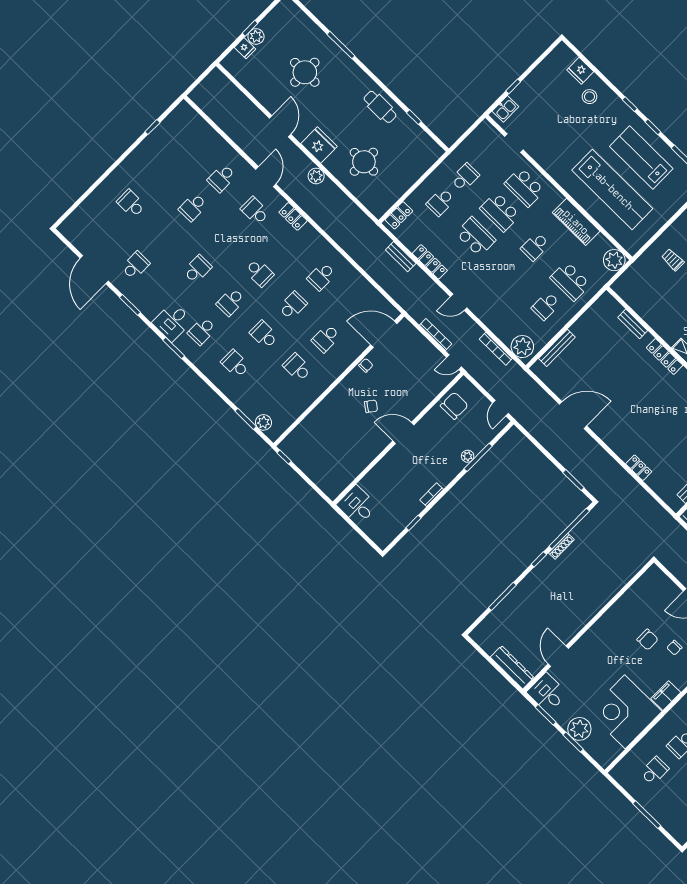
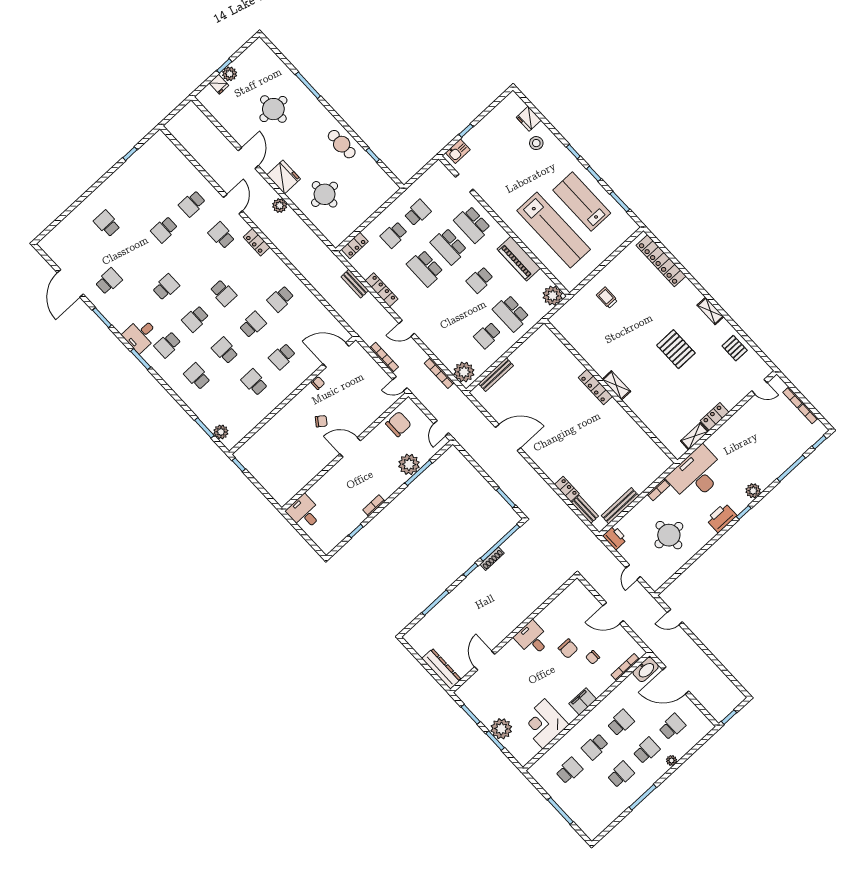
school desk: (476, 237) -> (425, 268), turned 180
bench: (633, 324) -> (585, 509), moved
plant: (468, 456) -> (409, 464), width x1.88, depth x1.88
desk: (547, 693) -> (532, 639), moved
corner desk: (625, 712) -> (544, 724), width x0.74, depth x0.74

